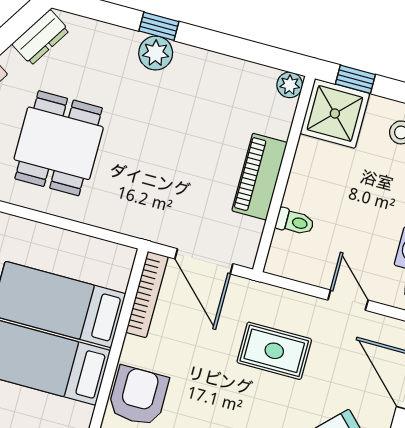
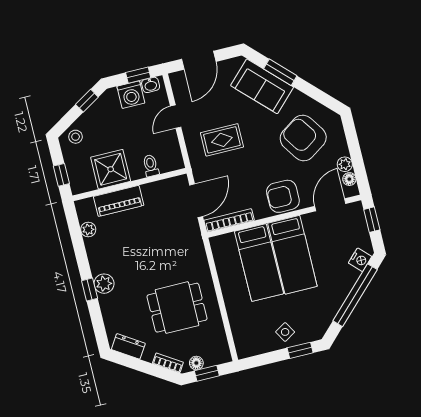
plant: (290, 85) -> (88, 230), moved
shower: (335, 113) -> (111, 169), moved
piano: (259, 177) -> (119, 201), moved
rug: (274, 351) -> (222, 140), turned 90

